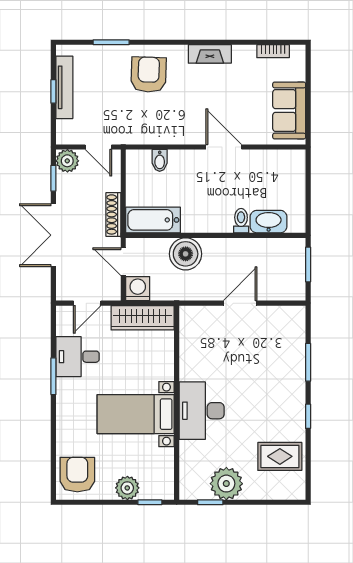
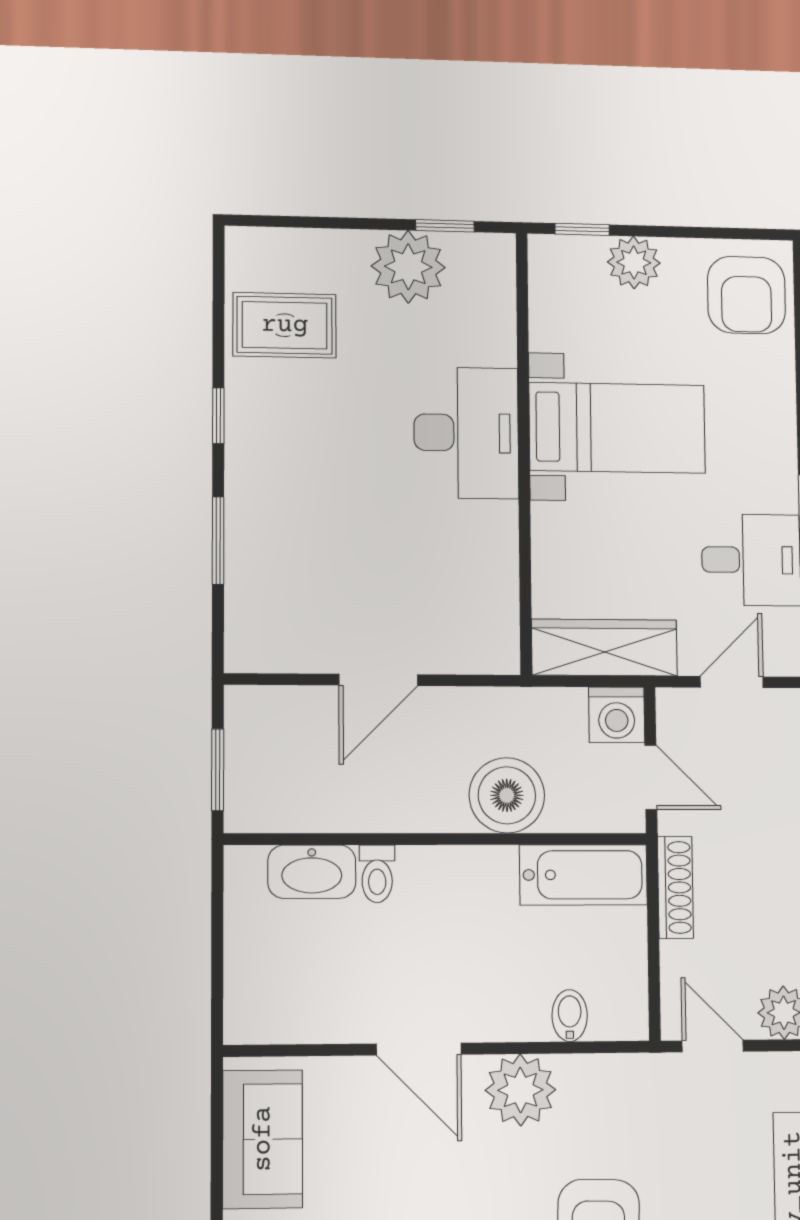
plant: (181, 129) -> (520, 1090), added

